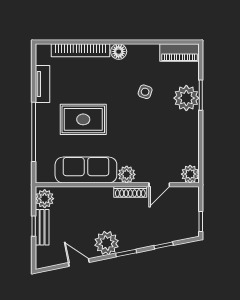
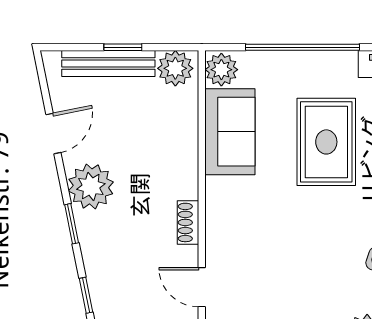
sofa: (86, 170) -> (230, 132), width x0.73
plant: (127, 174) -> (221, 70), moved
shoe rack: (130, 192) -> (188, 222), width x0.70
bench: (42, 227) -> (108, 64), width x1.36

